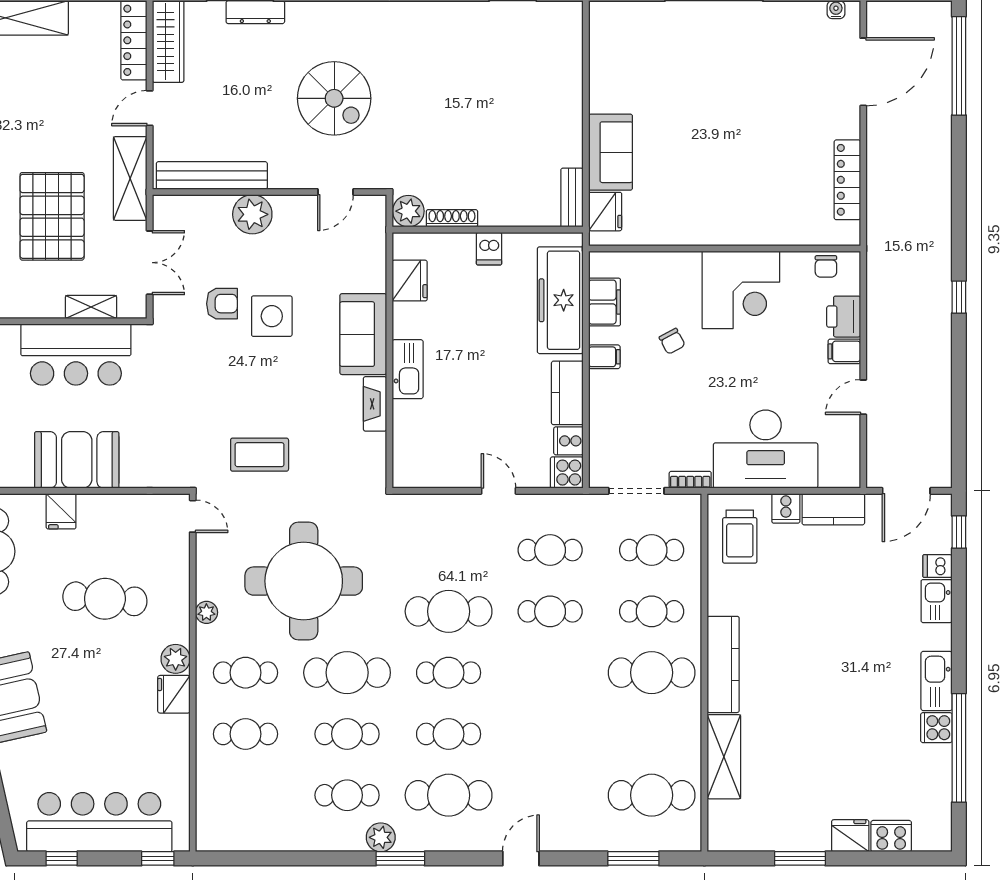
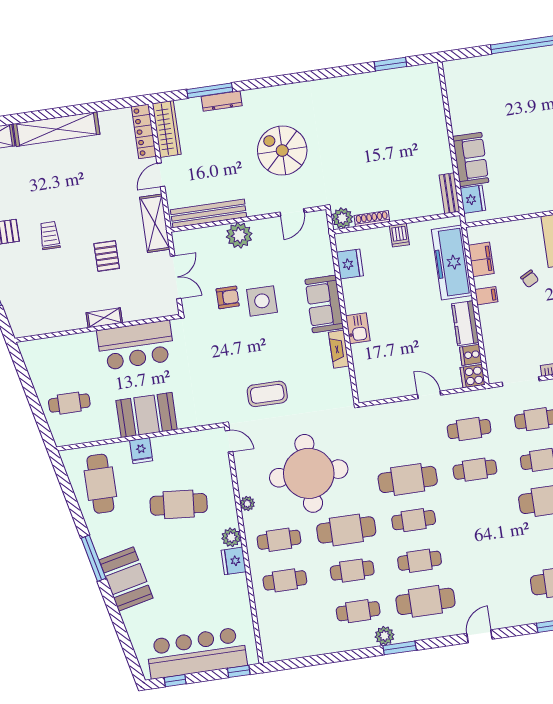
spiral stairs: (334, 98) -> (282, 151), turned 180
pallet: (52, 216) -> (107, 256), width x0.49, depth x0.50
shelving: (91, 307) -> (104, 318), moved
kitchen sink: (408, 369) -> (358, 328), width x0.73

